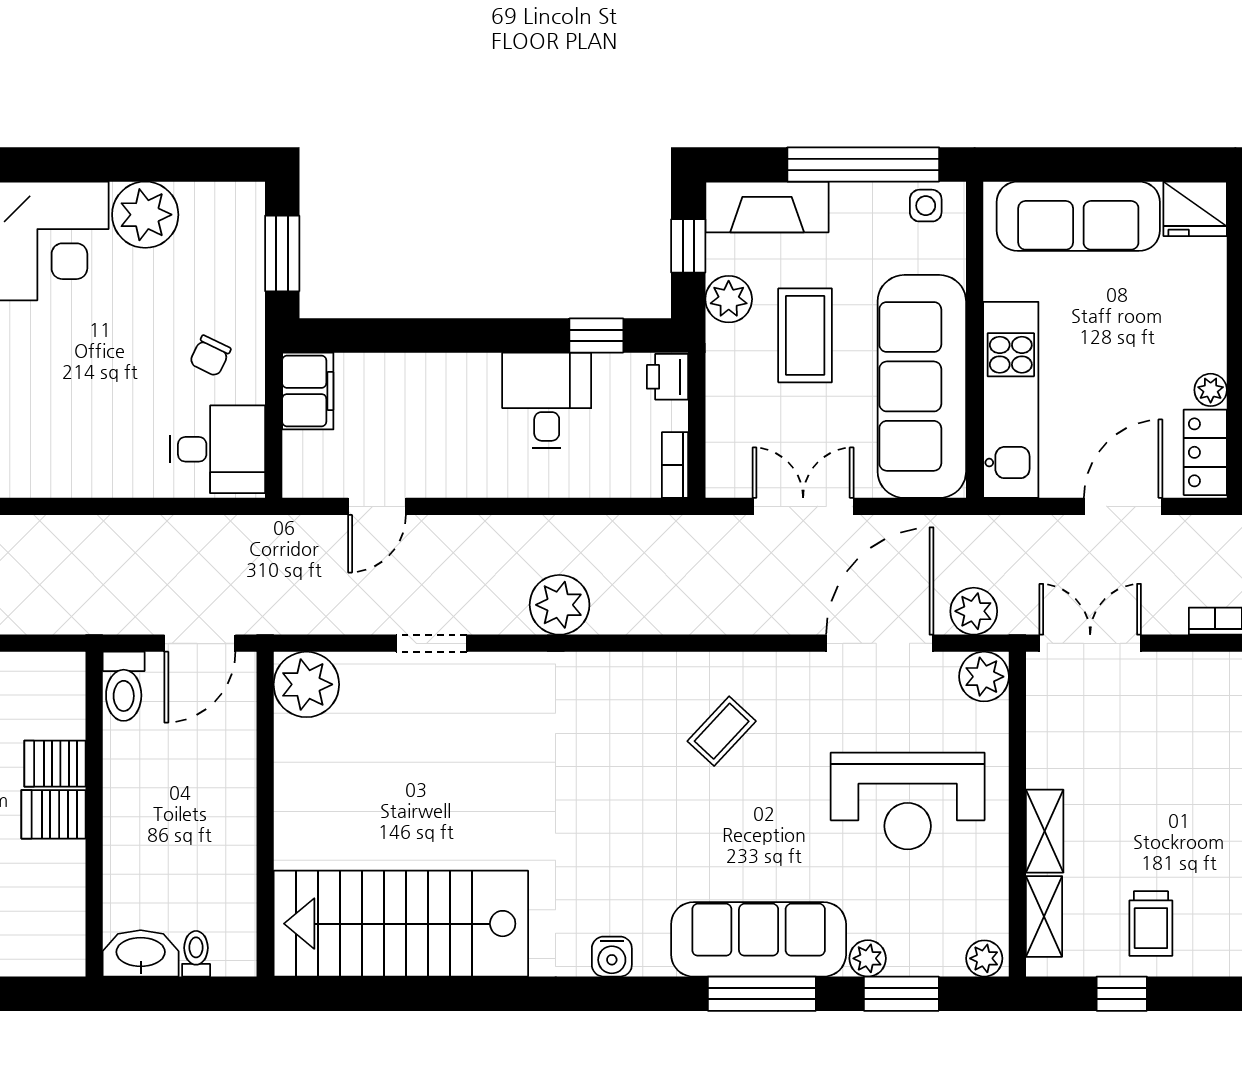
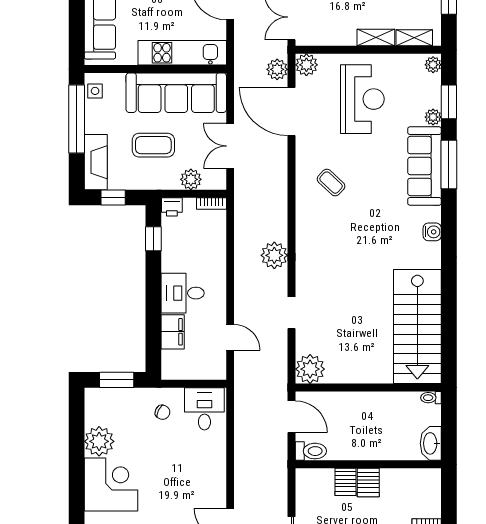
plant: (729, 299) -> (191, 179), moved
filing cabinet: (308, 391) -> (173, 332), moved, turned 90
desk: (547, 401) -> (183, 293), moved
toilet: (196, 954) -> (431, 398), moved

